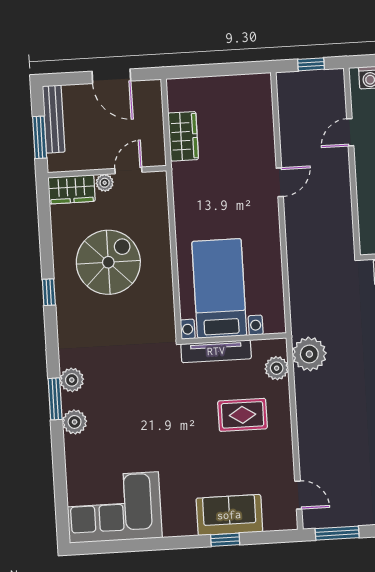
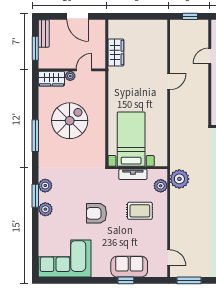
bench: (54, 119) -> (44, 33), width x0.73
window: (49, 292) -> (35, 136), width x2.17
tv unit: (216, 351) -> (133, 174), width x0.71
armchair: (166, 424) -> (97, 213), added

